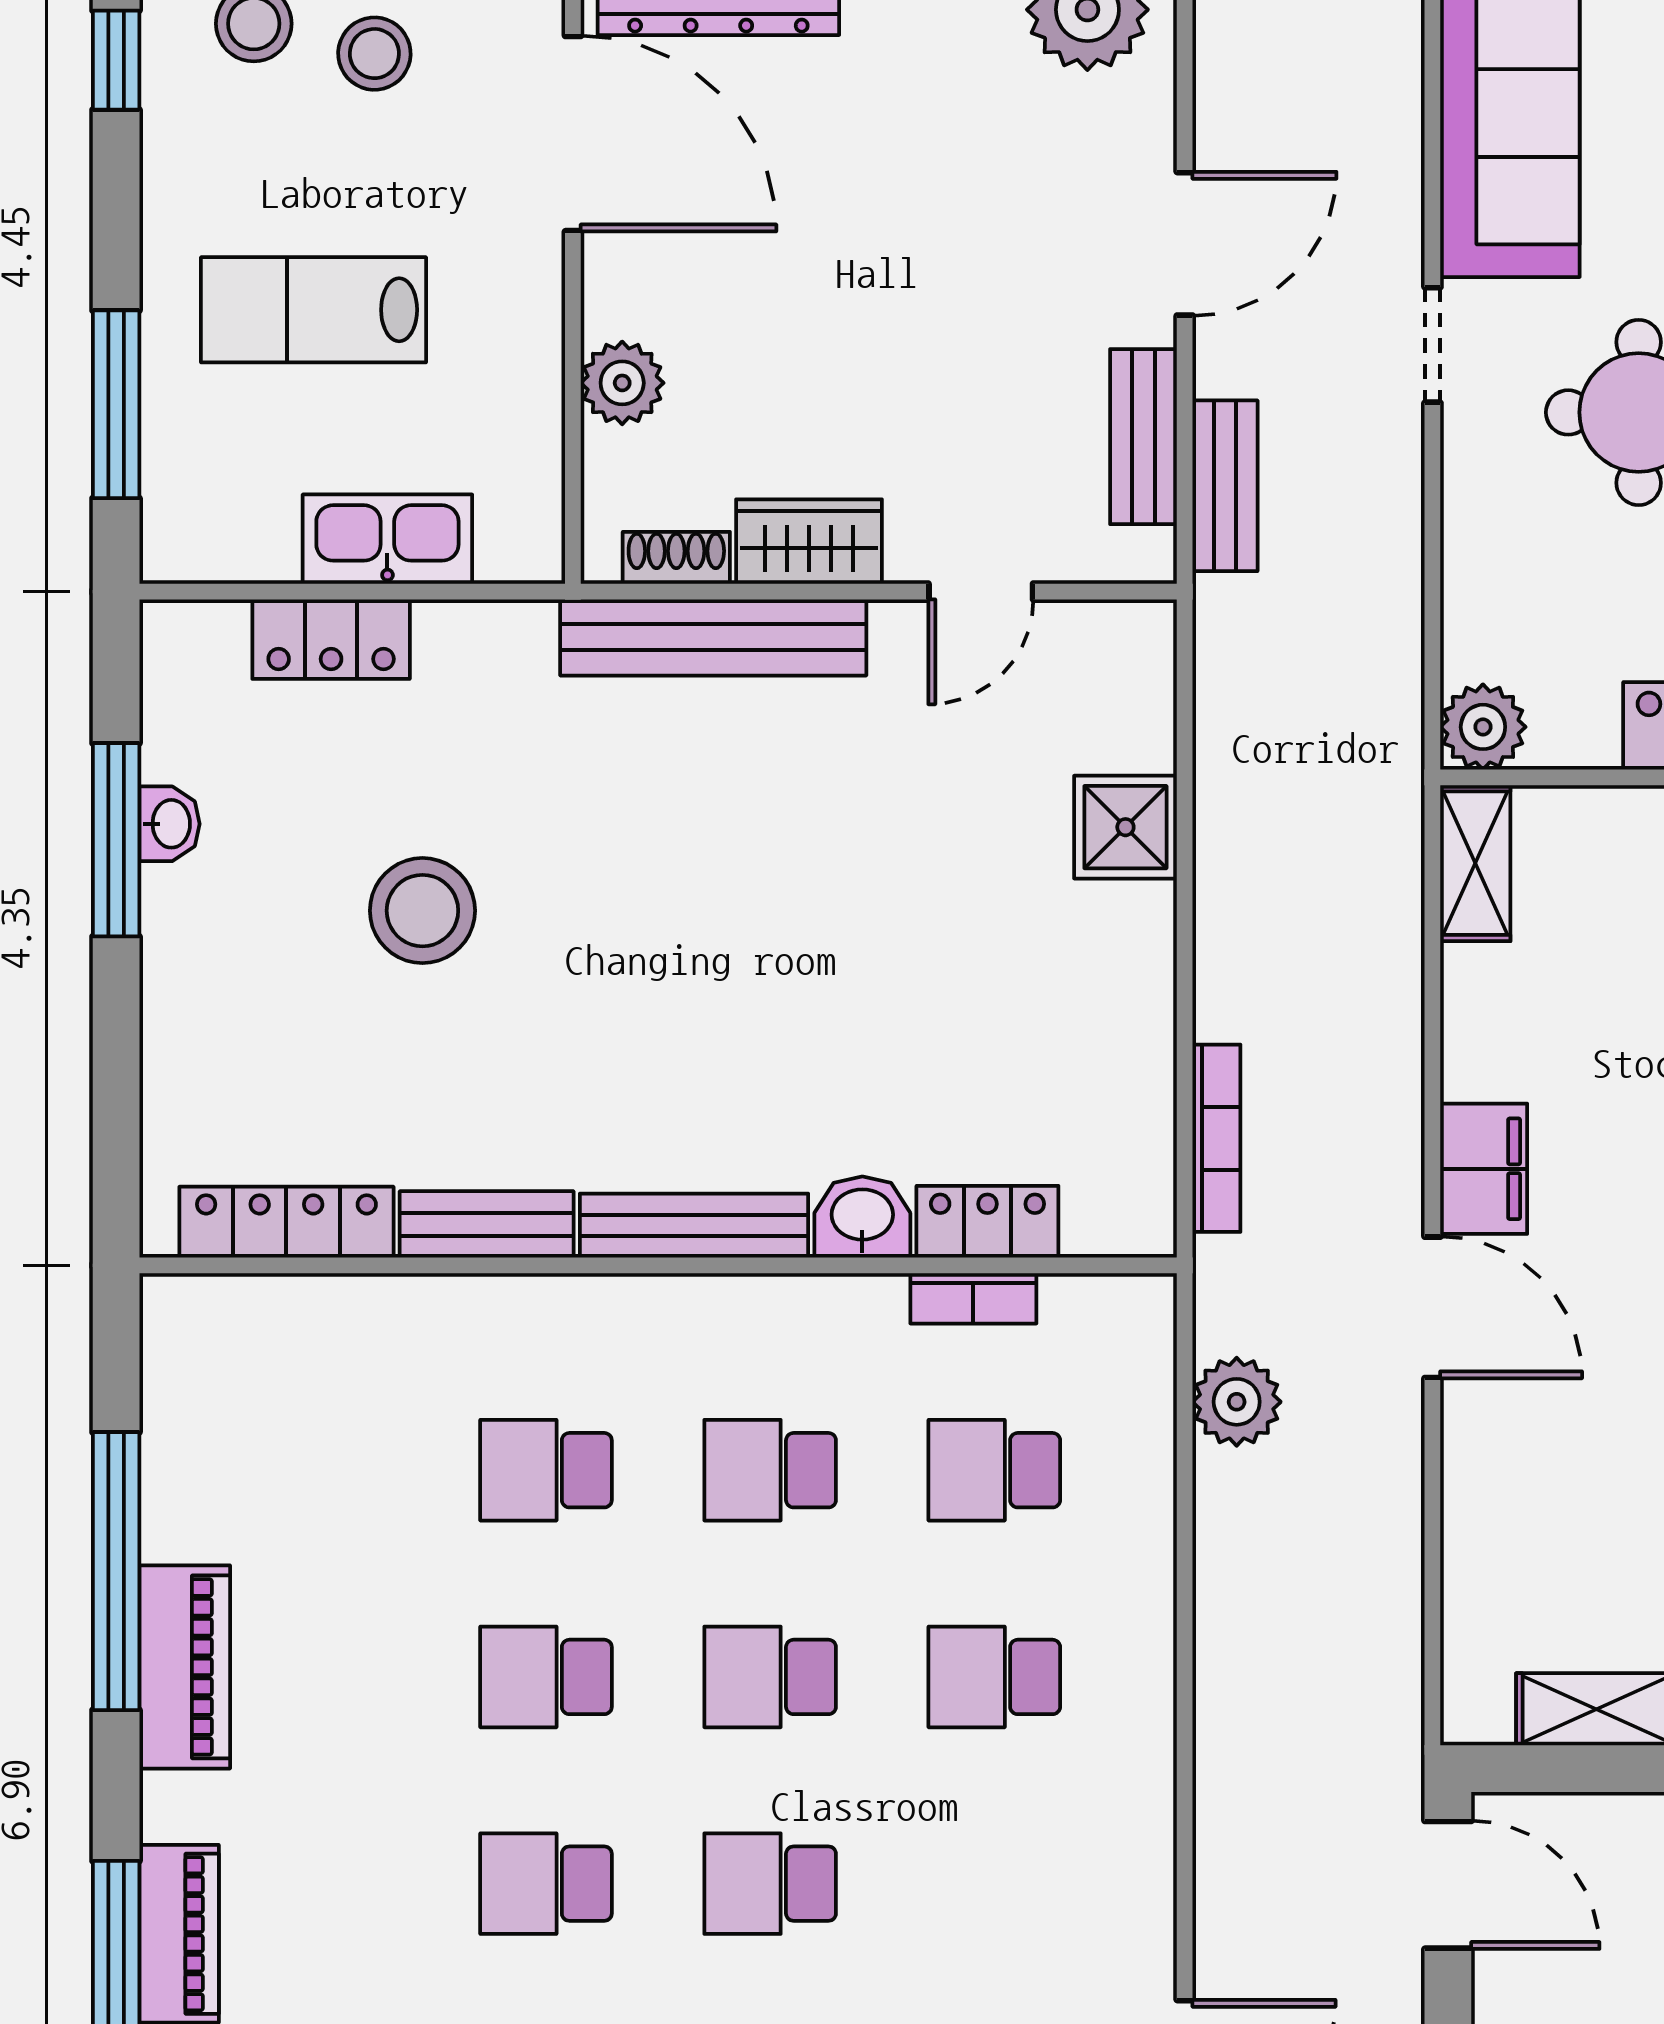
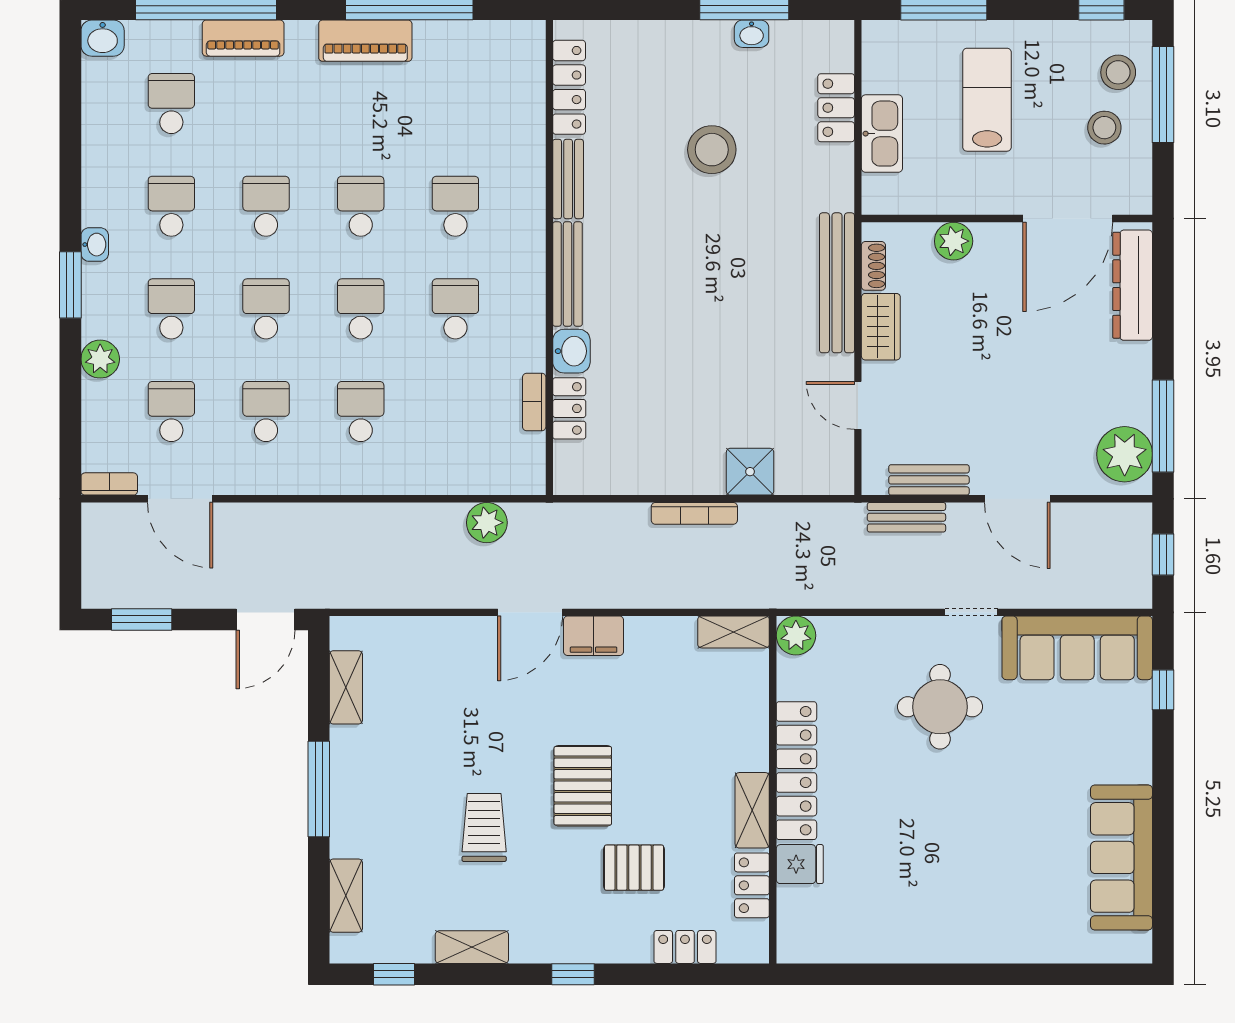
bookcase: (1216, 1138) -> (694, 513), moved
school desk: (994, 1470) -> (266, 412), moved

